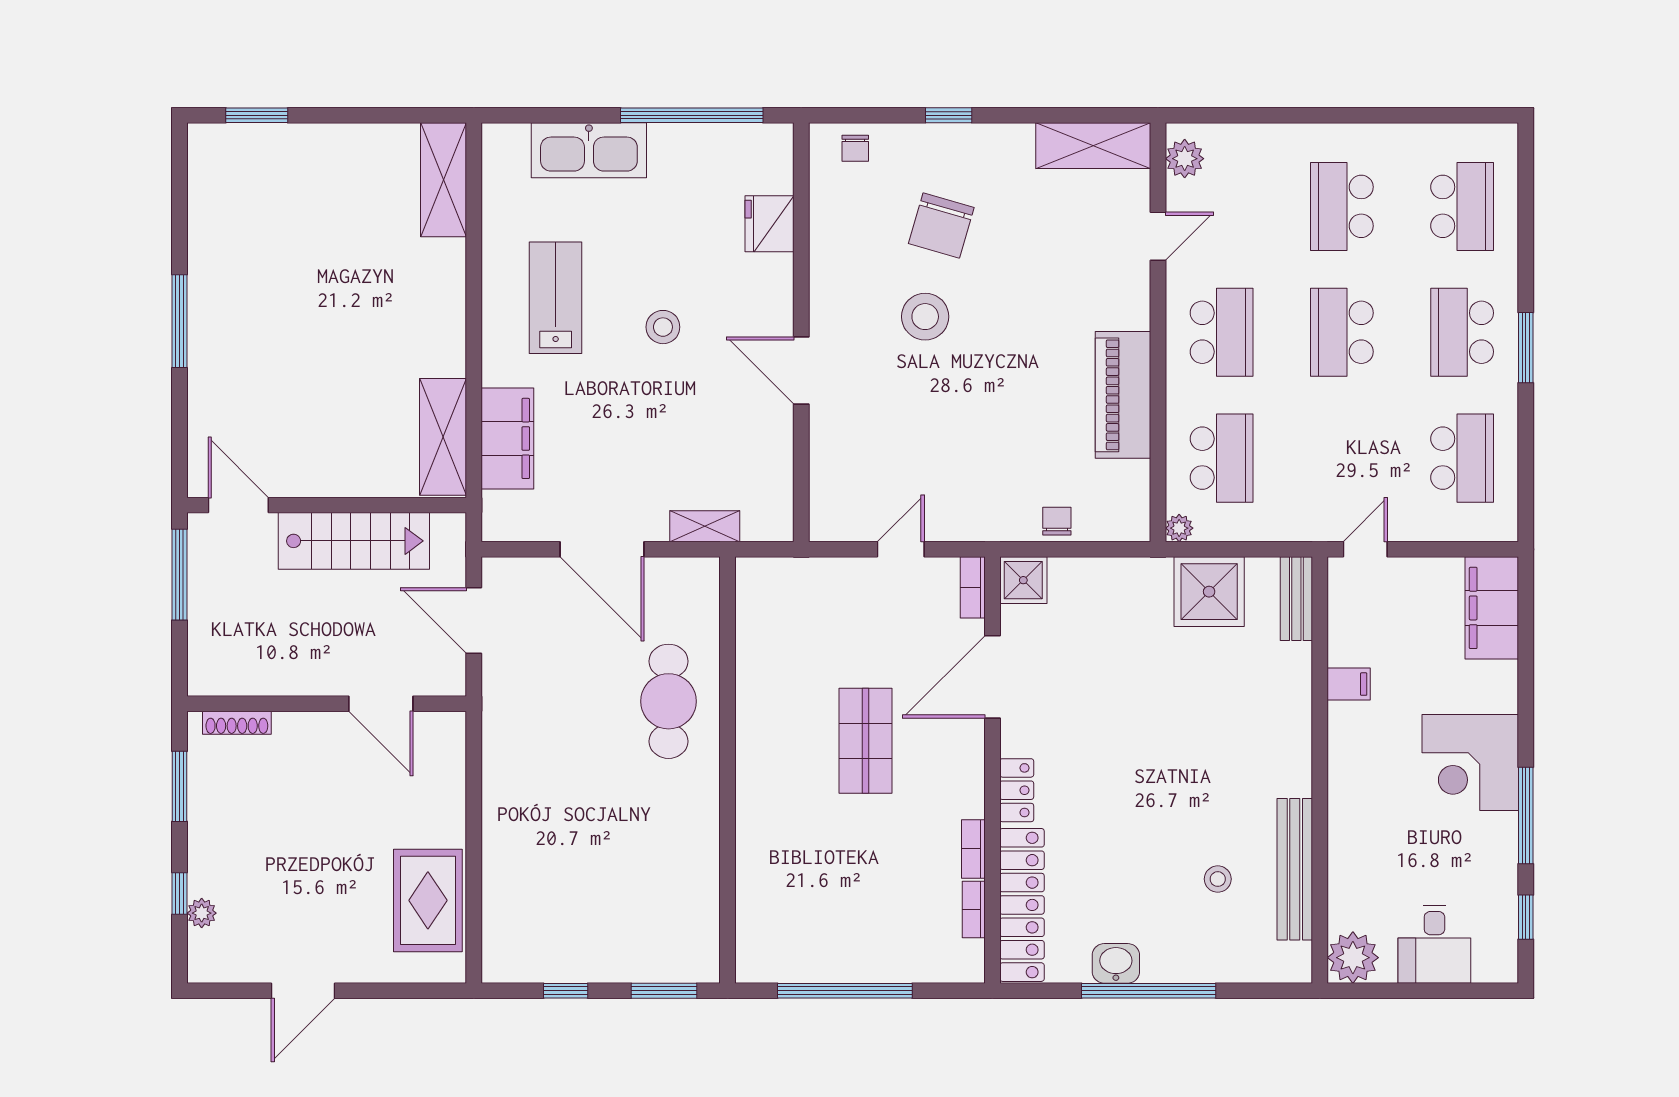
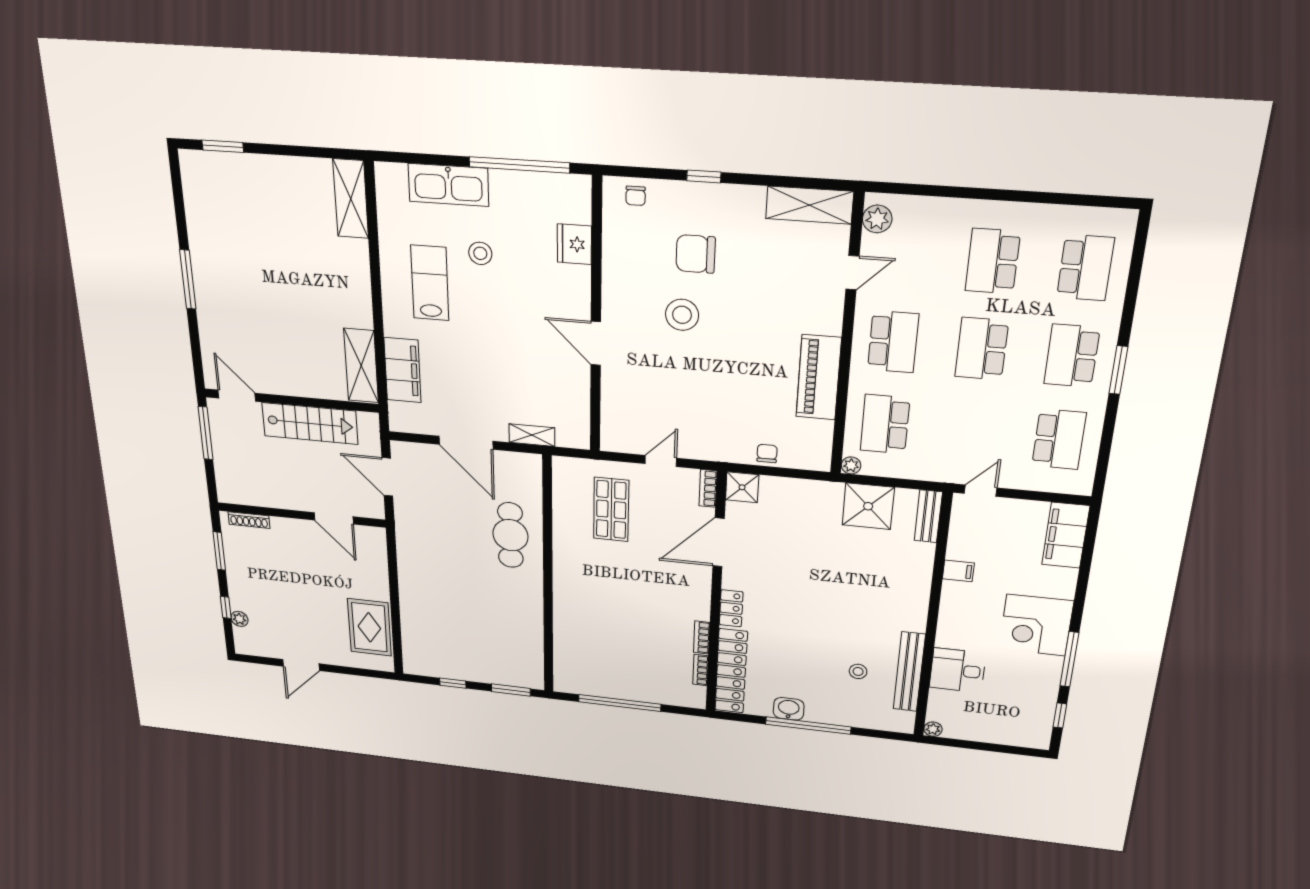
chair: (941, 225) -> (696, 254), turned 74
stool: (663, 327) -> (480, 253), moved
school desk: (1222, 458) -> (885, 424), turned 180
shop shelf: (865, 741) -> (611, 509), moved
desk: (1434, 944) -> (958, 670), moved, turned 90
plant: (1353, 958) -> (933, 729), width x0.53, depth x0.53

